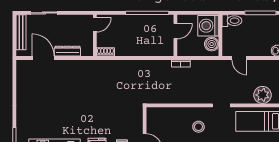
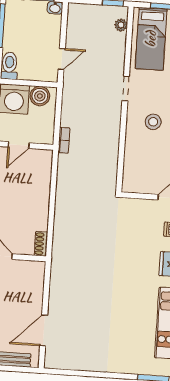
door: (175, 31) -> (19, 145), swing flipped
dresser: (67, 51) -> (36, 296), removed
plant: (263, 95) -> (121, 25), width x0.53, depth x0.53

